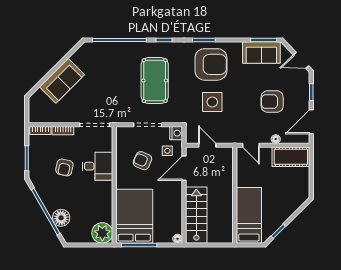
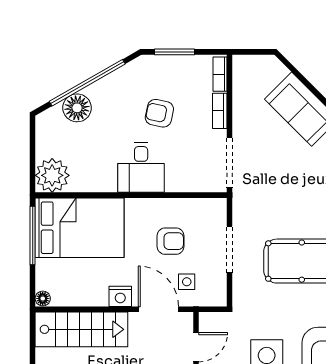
nightstand: (176, 133) -> (120, 296), moved
armchair: (142, 161) -> (171, 241), turned 67
desk: (97, 166) -> (141, 167), moved

